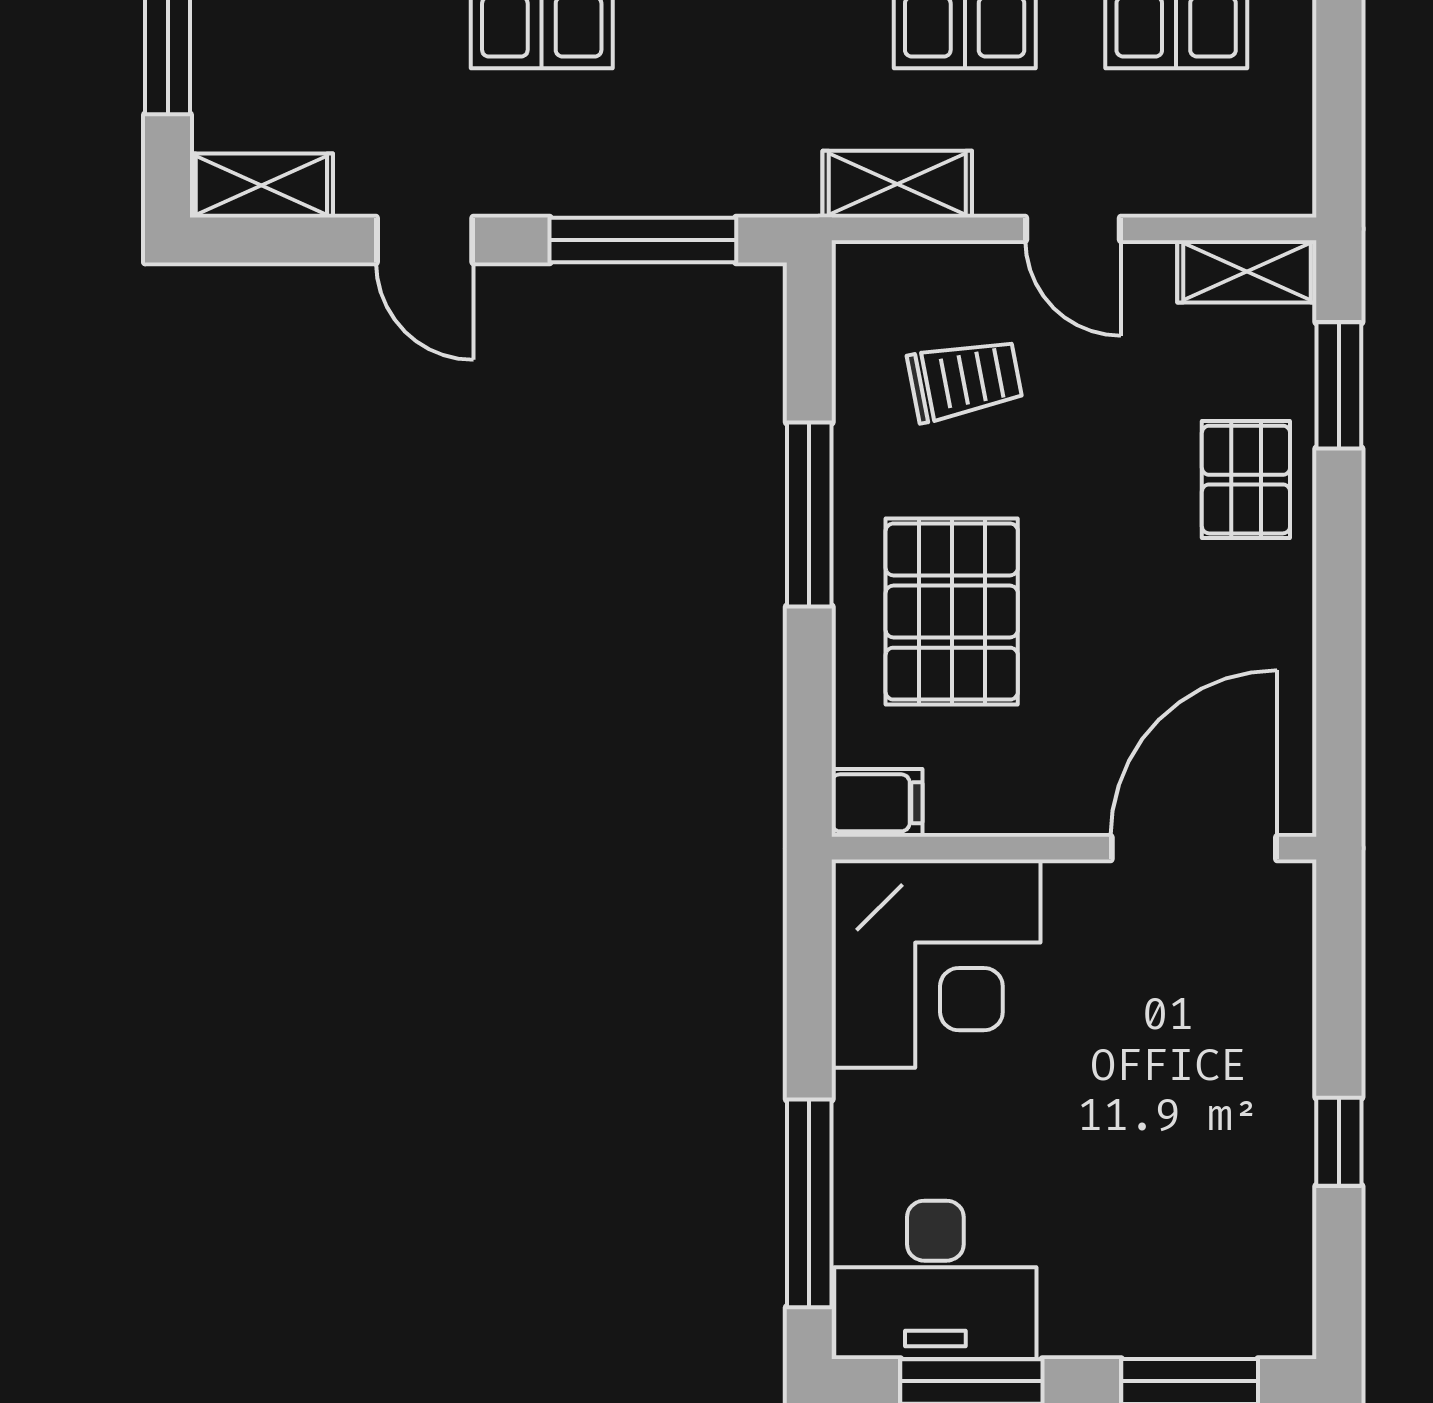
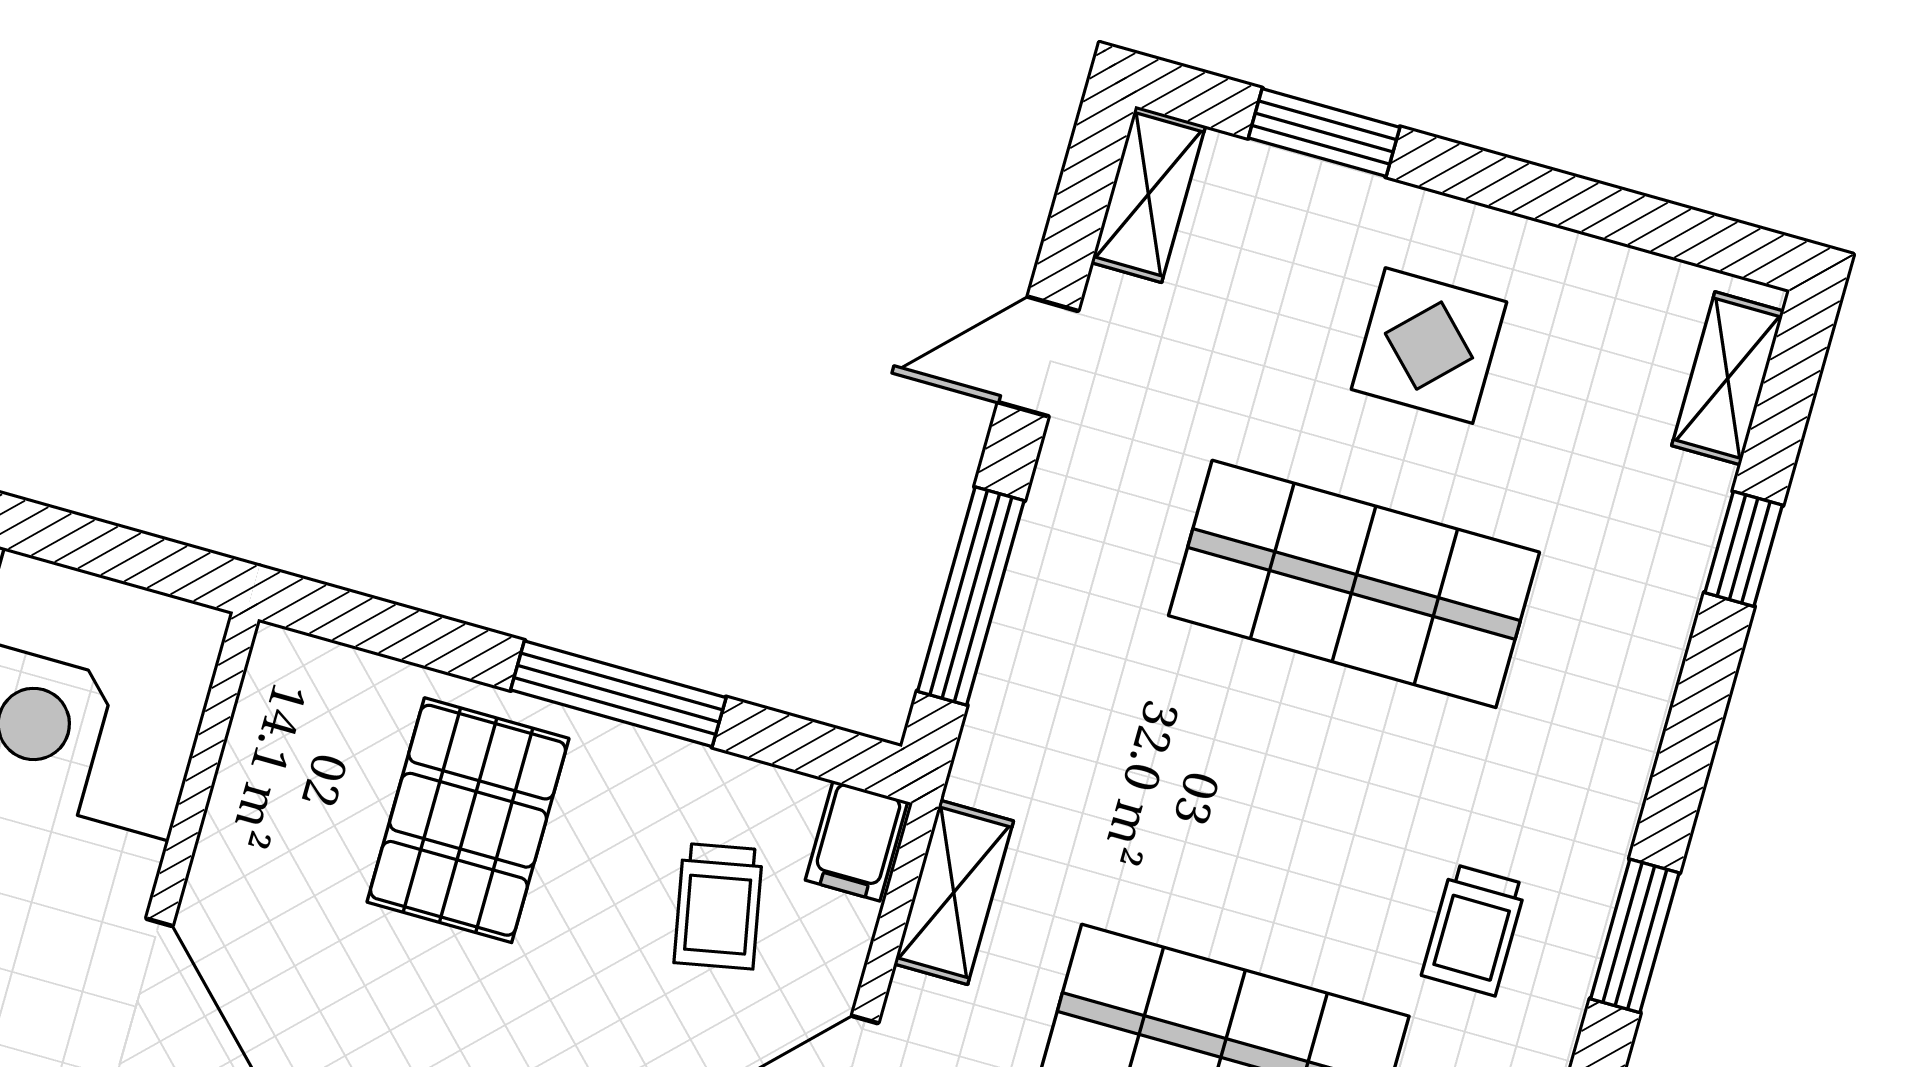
pallet: (952, 612) -> (468, 820), turned 90
filing cabinet: (877, 803) -> (856, 841), moved

